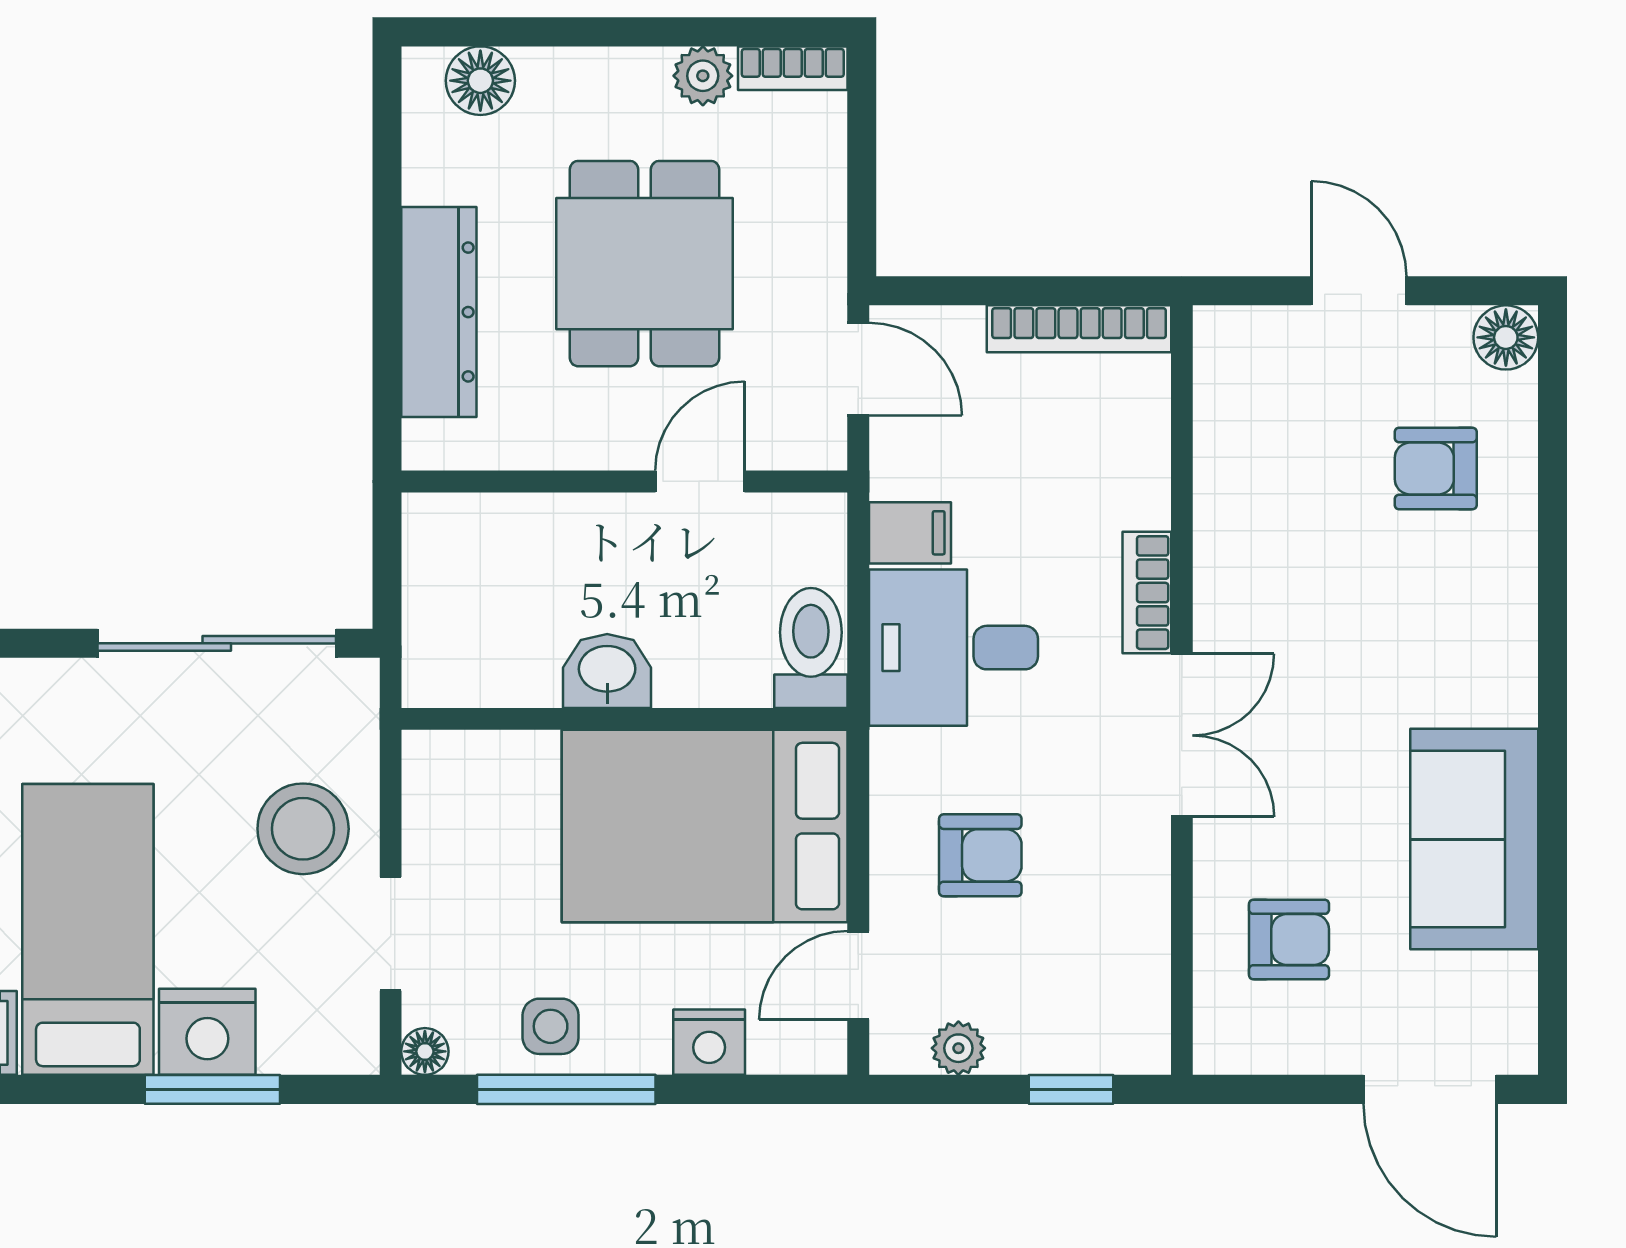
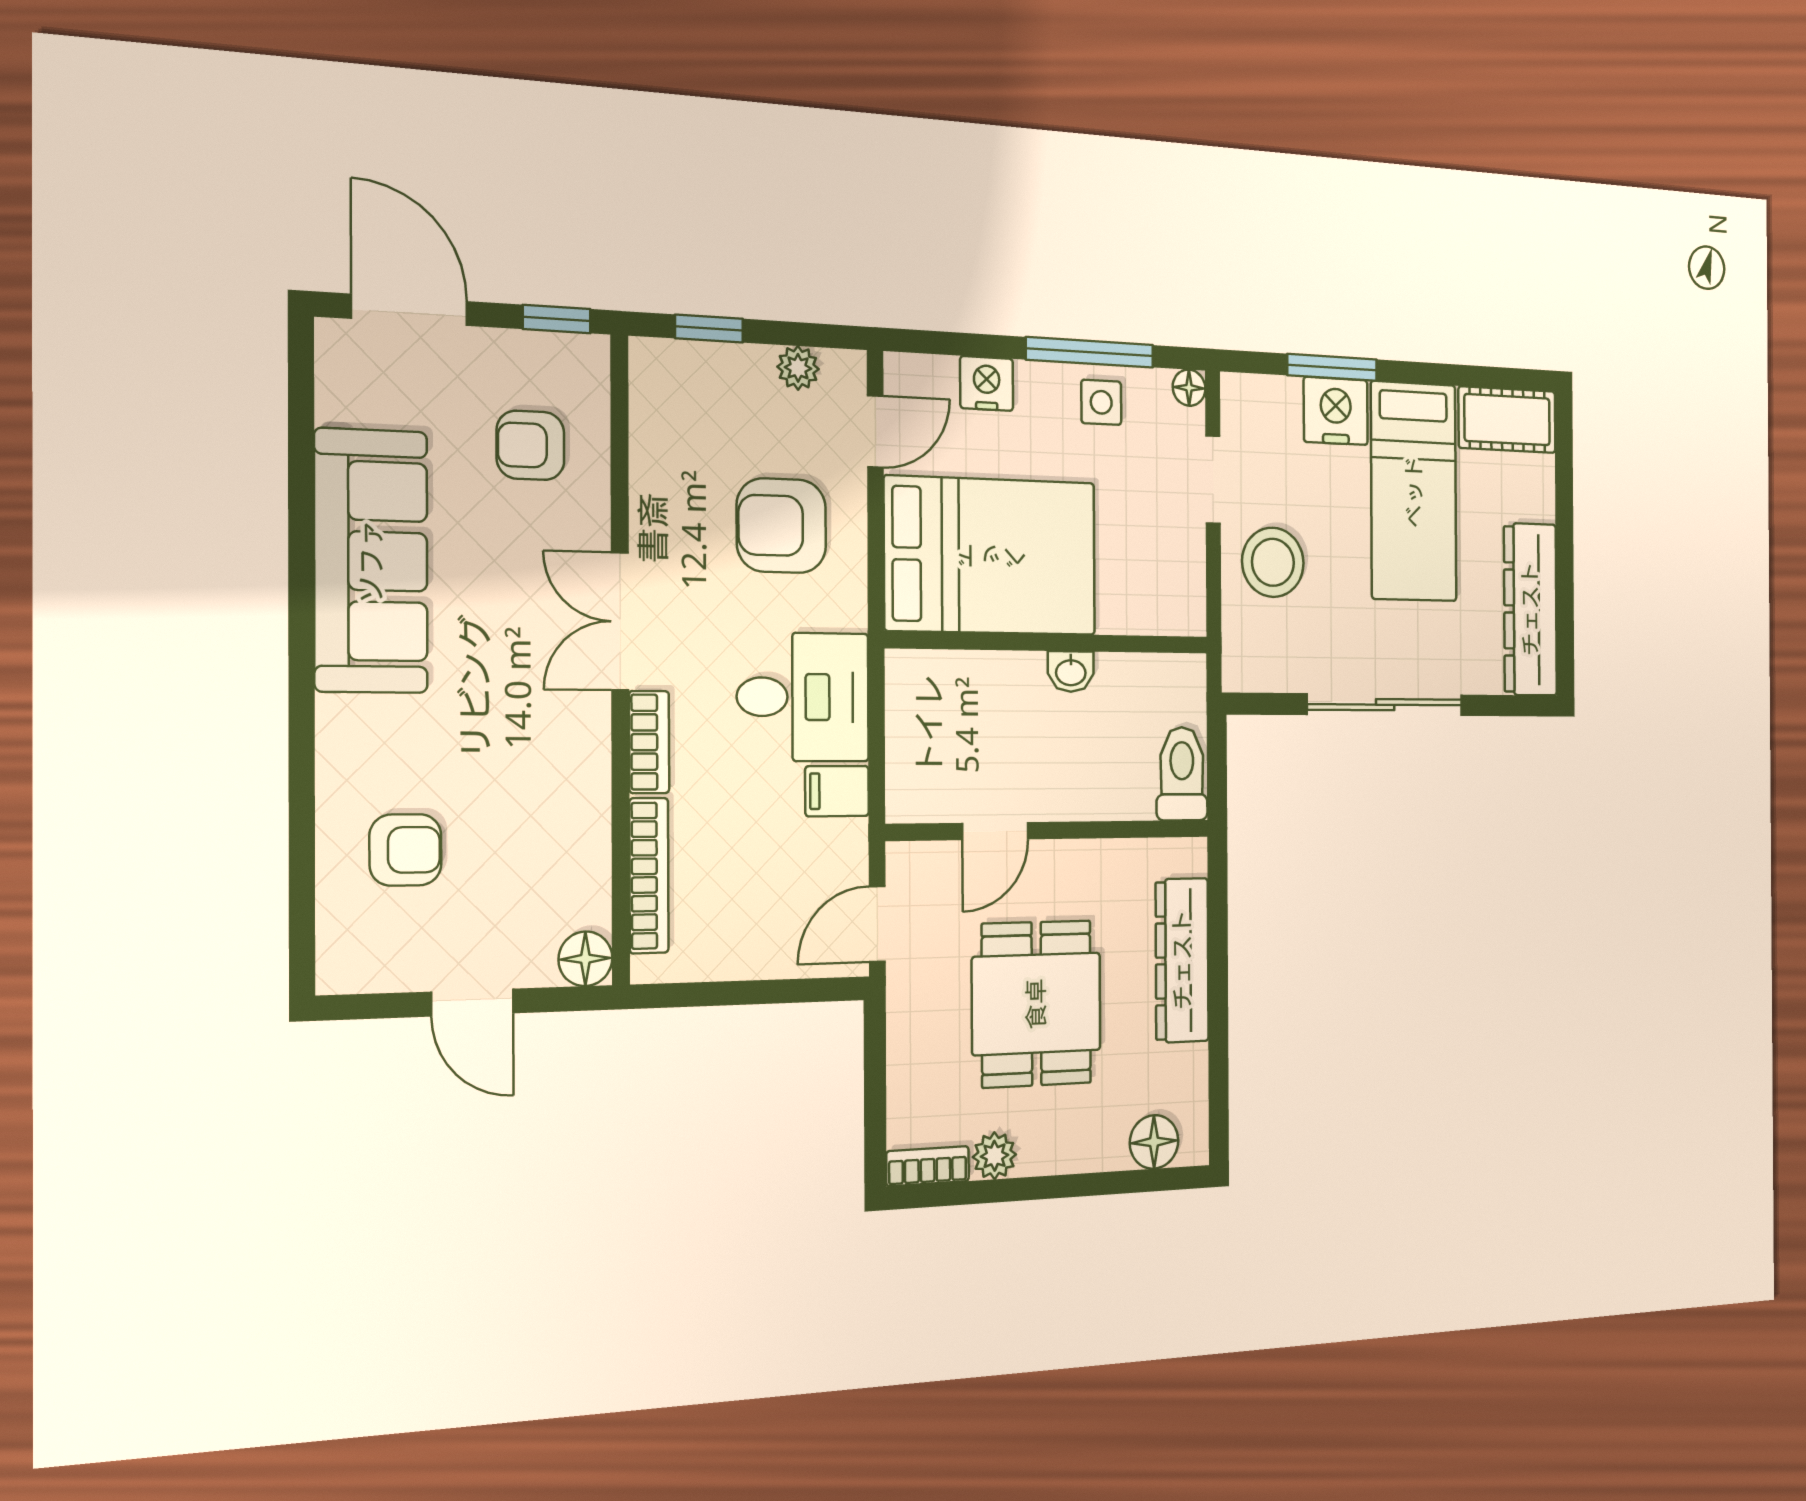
bookcase: (1079, 329) -> (649, 876), moved, turned 90
floor lamp: (1506, 337) -> (585, 959), moved
door: (858, 369) -> (877, 924), hinge flipped
sliding door: (217, 643) -> (1385, 705), moved
toilet: (811, 648) -> (1182, 774), moved, turned 180
washbasin: (607, 671) -> (1071, 672), width x0.72, depth x0.69
sofa: (1474, 839) -> (371, 561), width x1.36
armchair: (980, 855) -> (781, 526), width x1.38, depth x1.38
window: (1257, 1089) -> (557, 319), added

